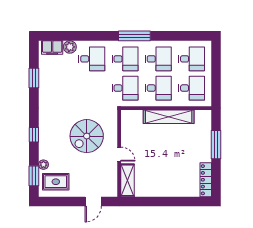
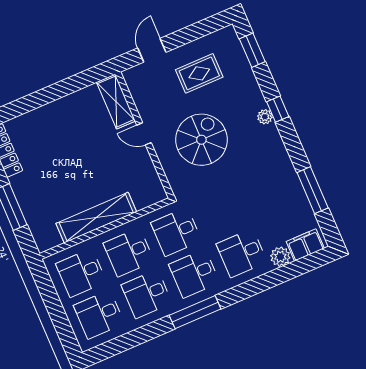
window: (34, 78) -> (313, 190), width x1.44
plant: (43, 165) -> (265, 117), moved
rug: (56, 182) -> (199, 73), moved

